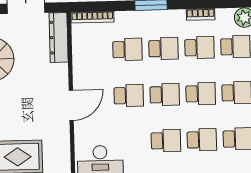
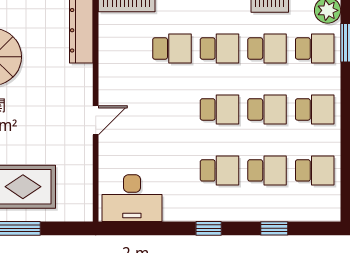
school desk: (129, 96) -> (172, 109), removed
door: (71, 105) -> (96, 120), width x0.73

